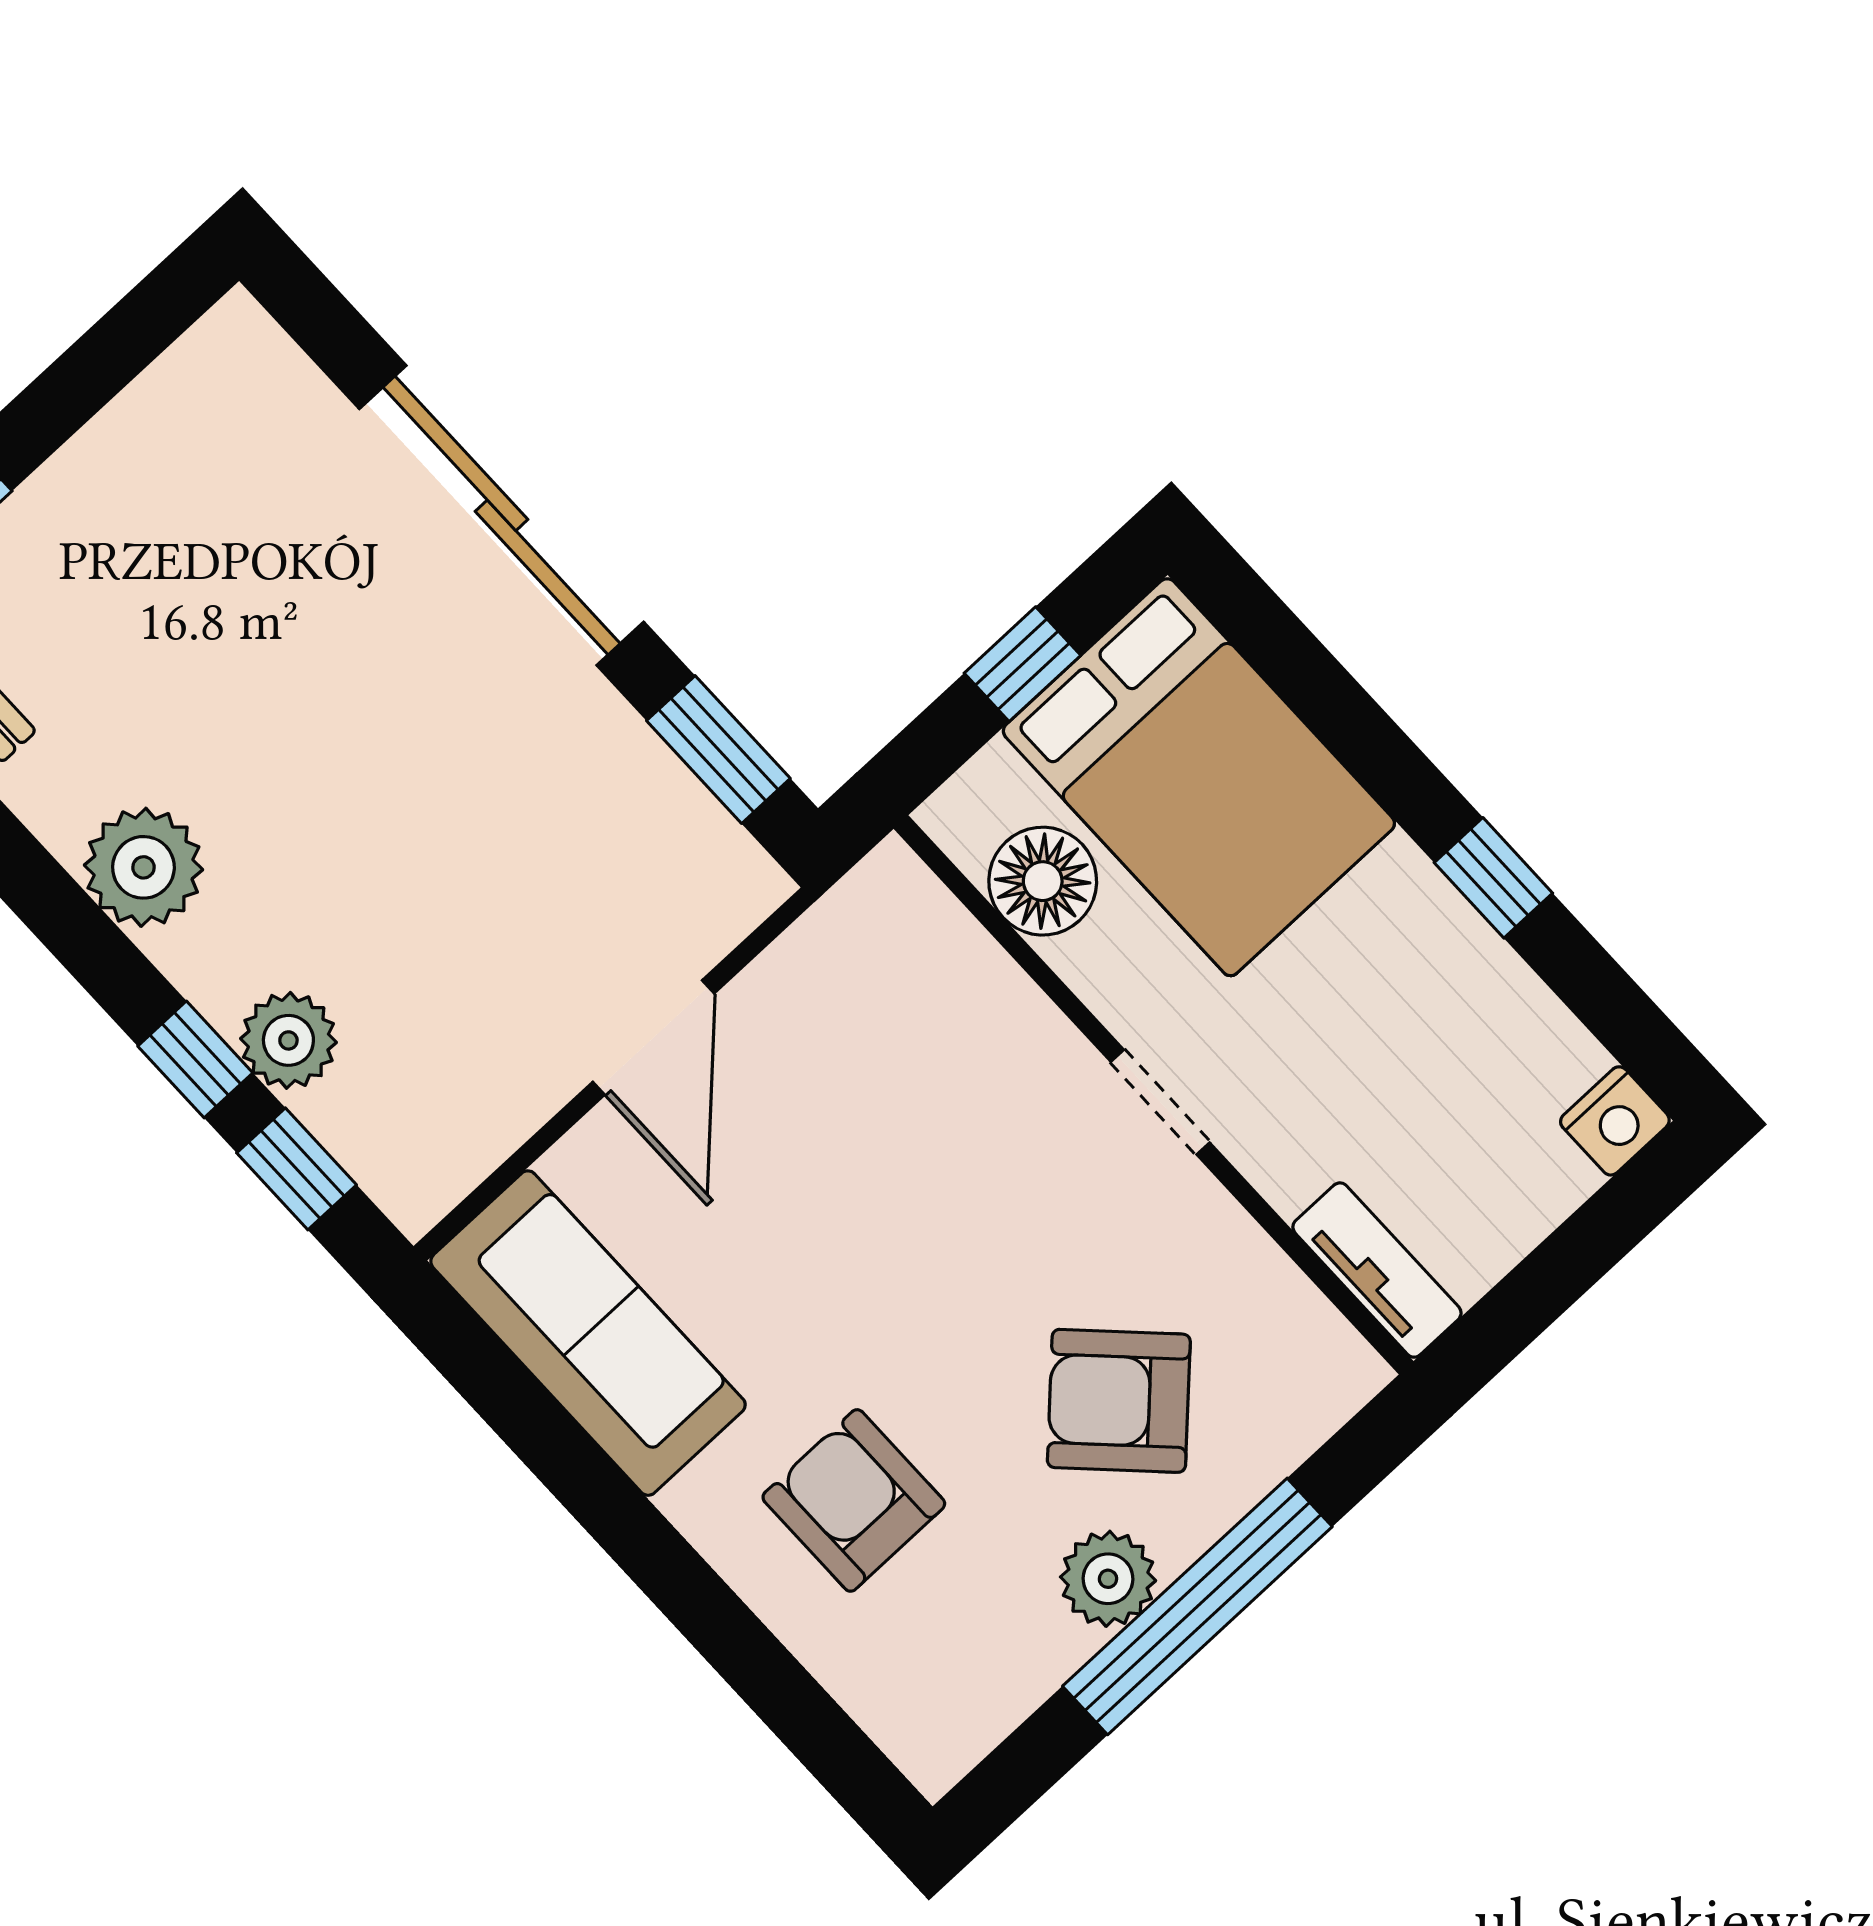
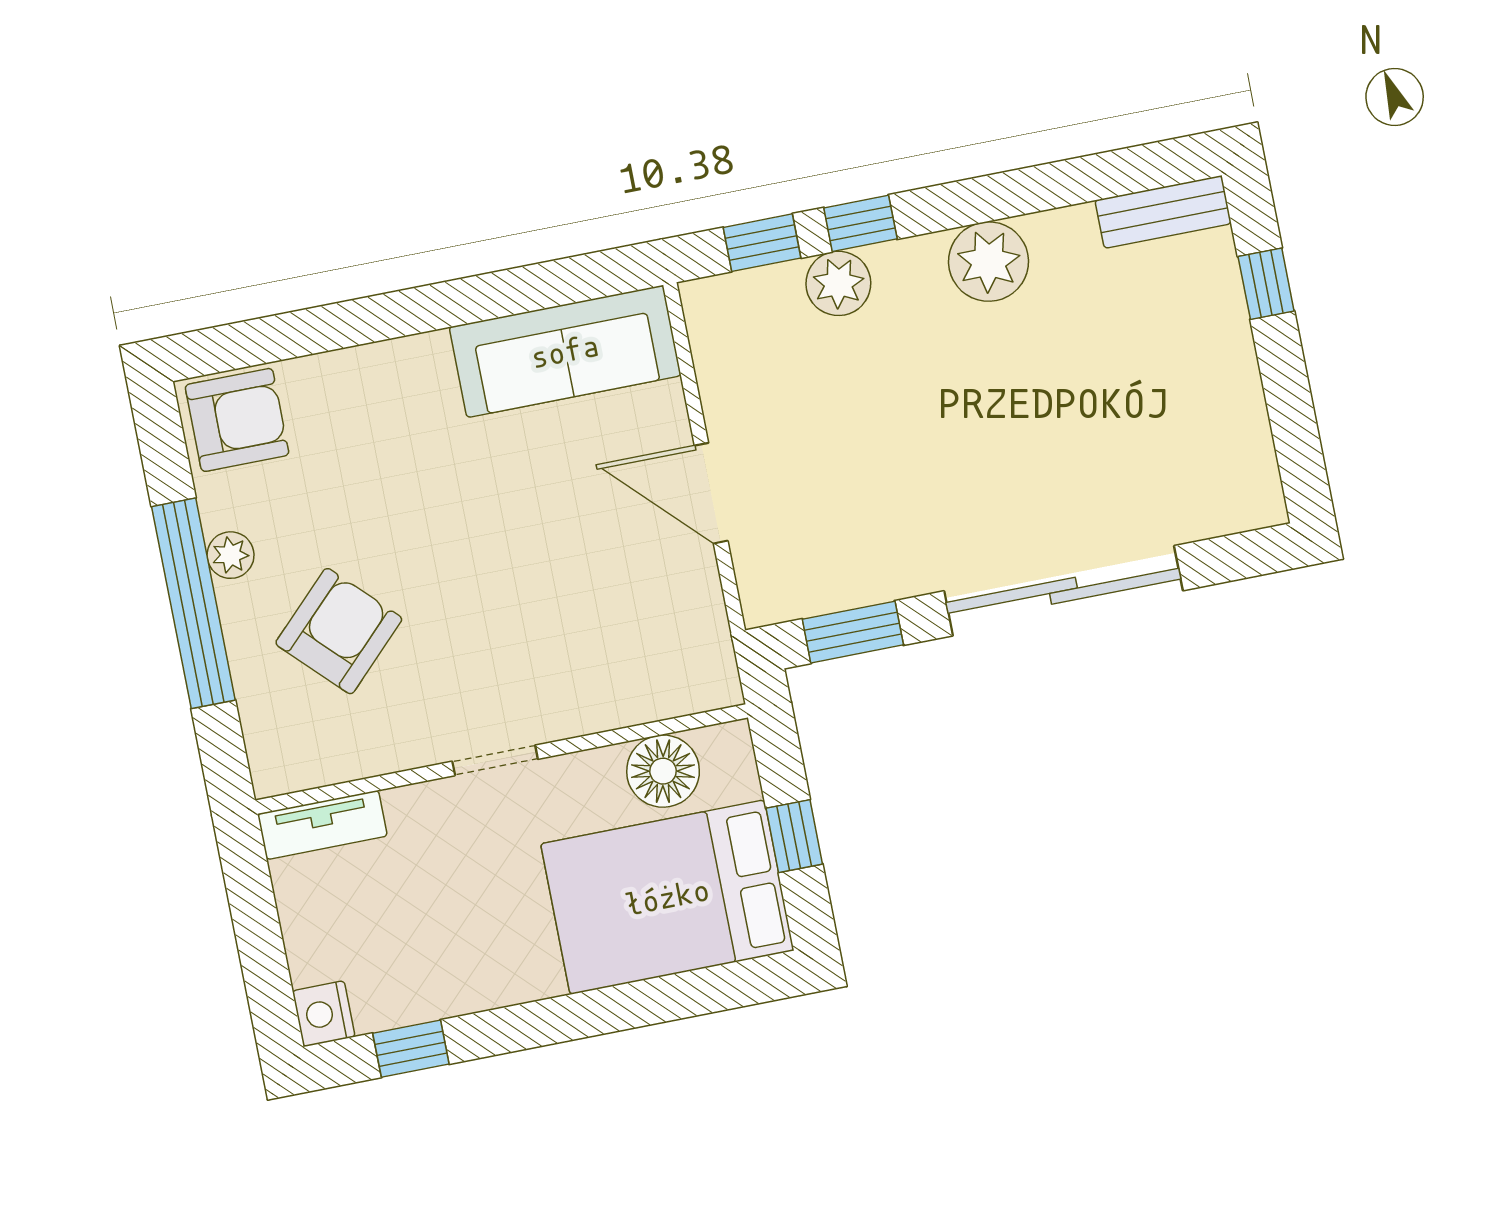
window: (1493, 878) -> (411, 1049), moved
armchair: (854, 1500) -> (237, 420), moved
plant: (1108, 1579) -> (231, 555), width x0.73, depth x0.73

